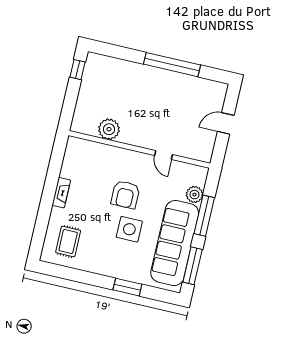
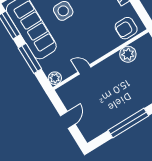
armchair: (125, 195) -> (126, 28), moved, turned -90
plant: (194, 195) -> (55, 78), moved

